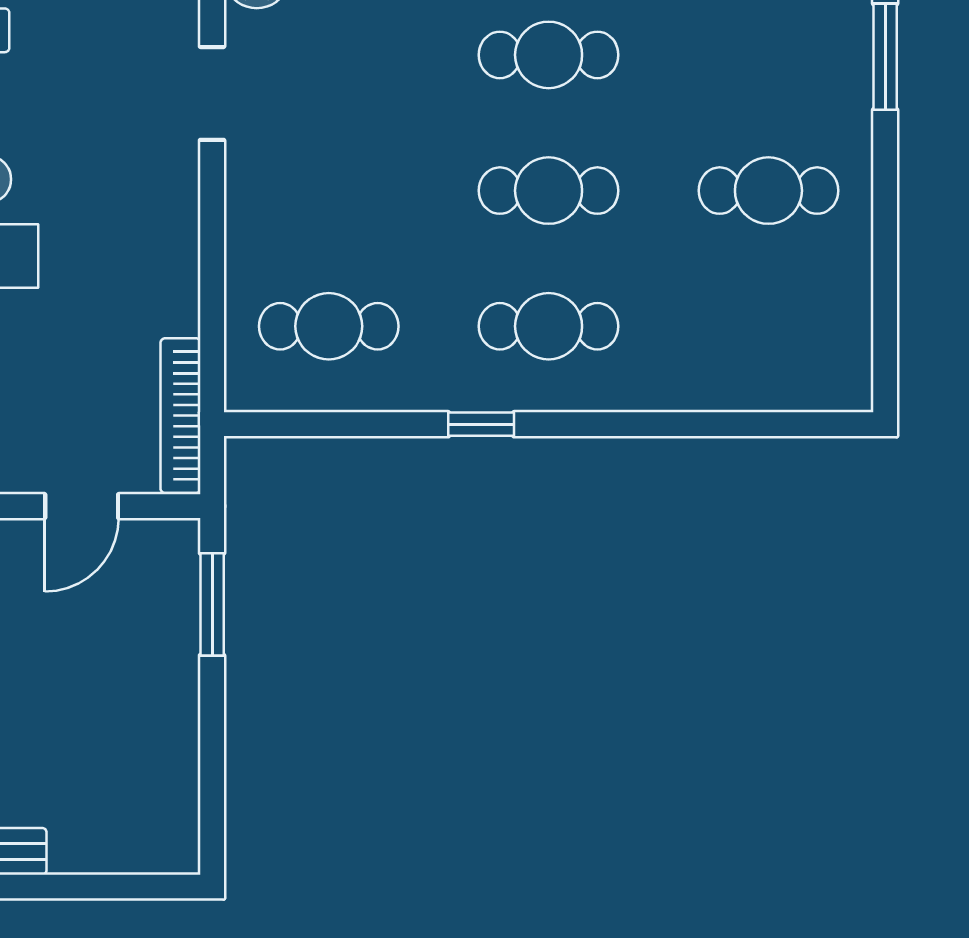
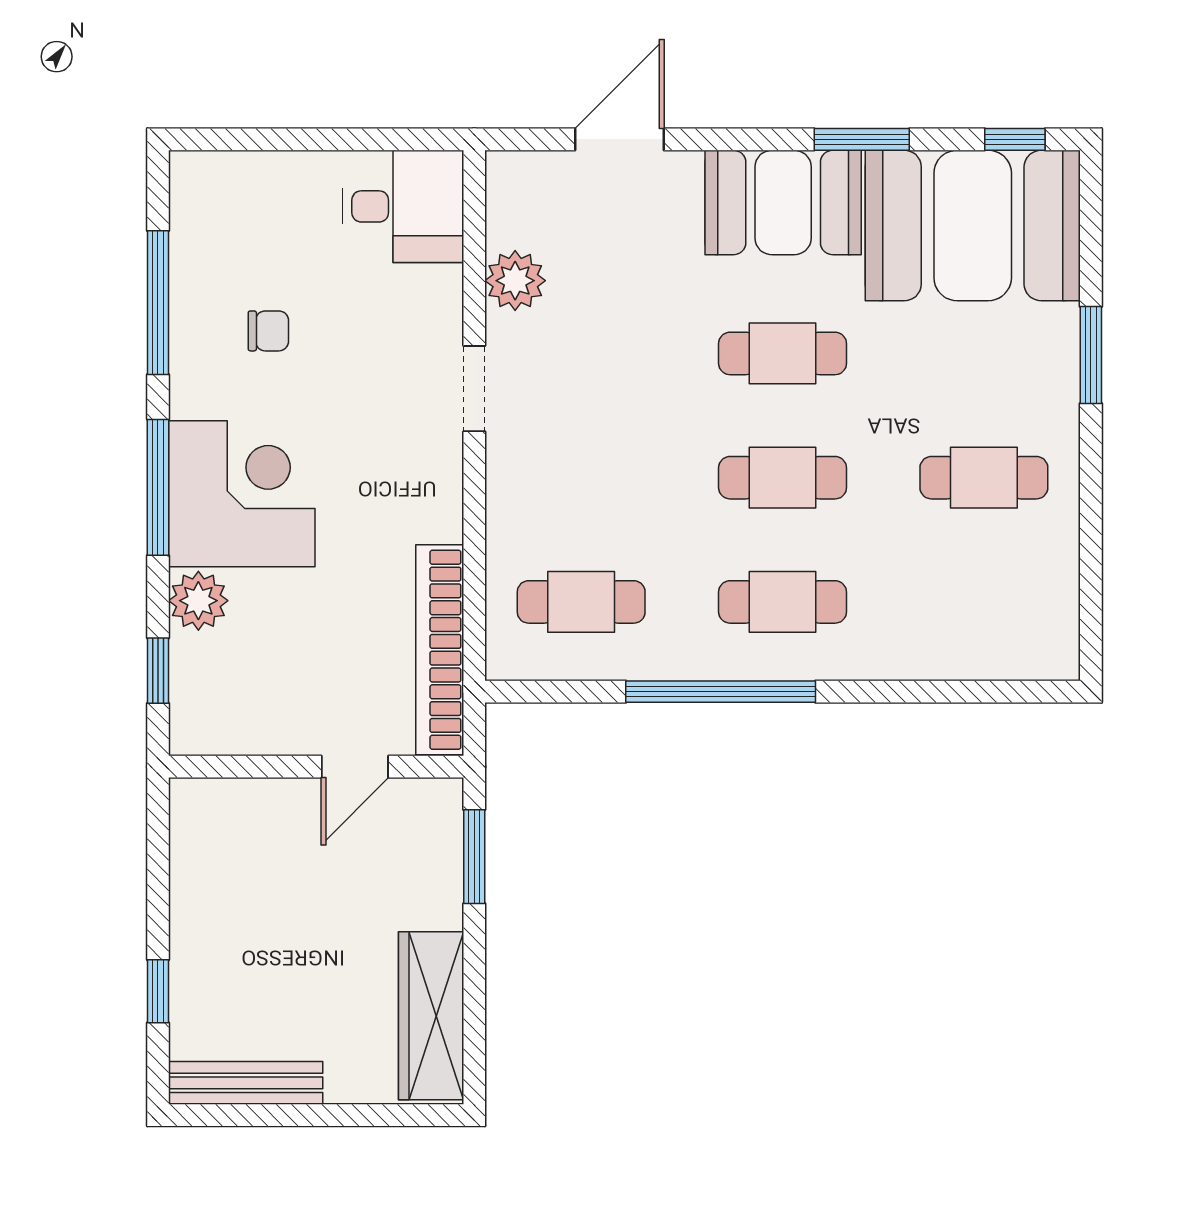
bookcase: (181, 416) -> (440, 650), width x1.48, depth x1.31
window: (481, 424) -> (721, 692), width x3.17
wardrobe: (165, 778) -> (431, 1016), added

